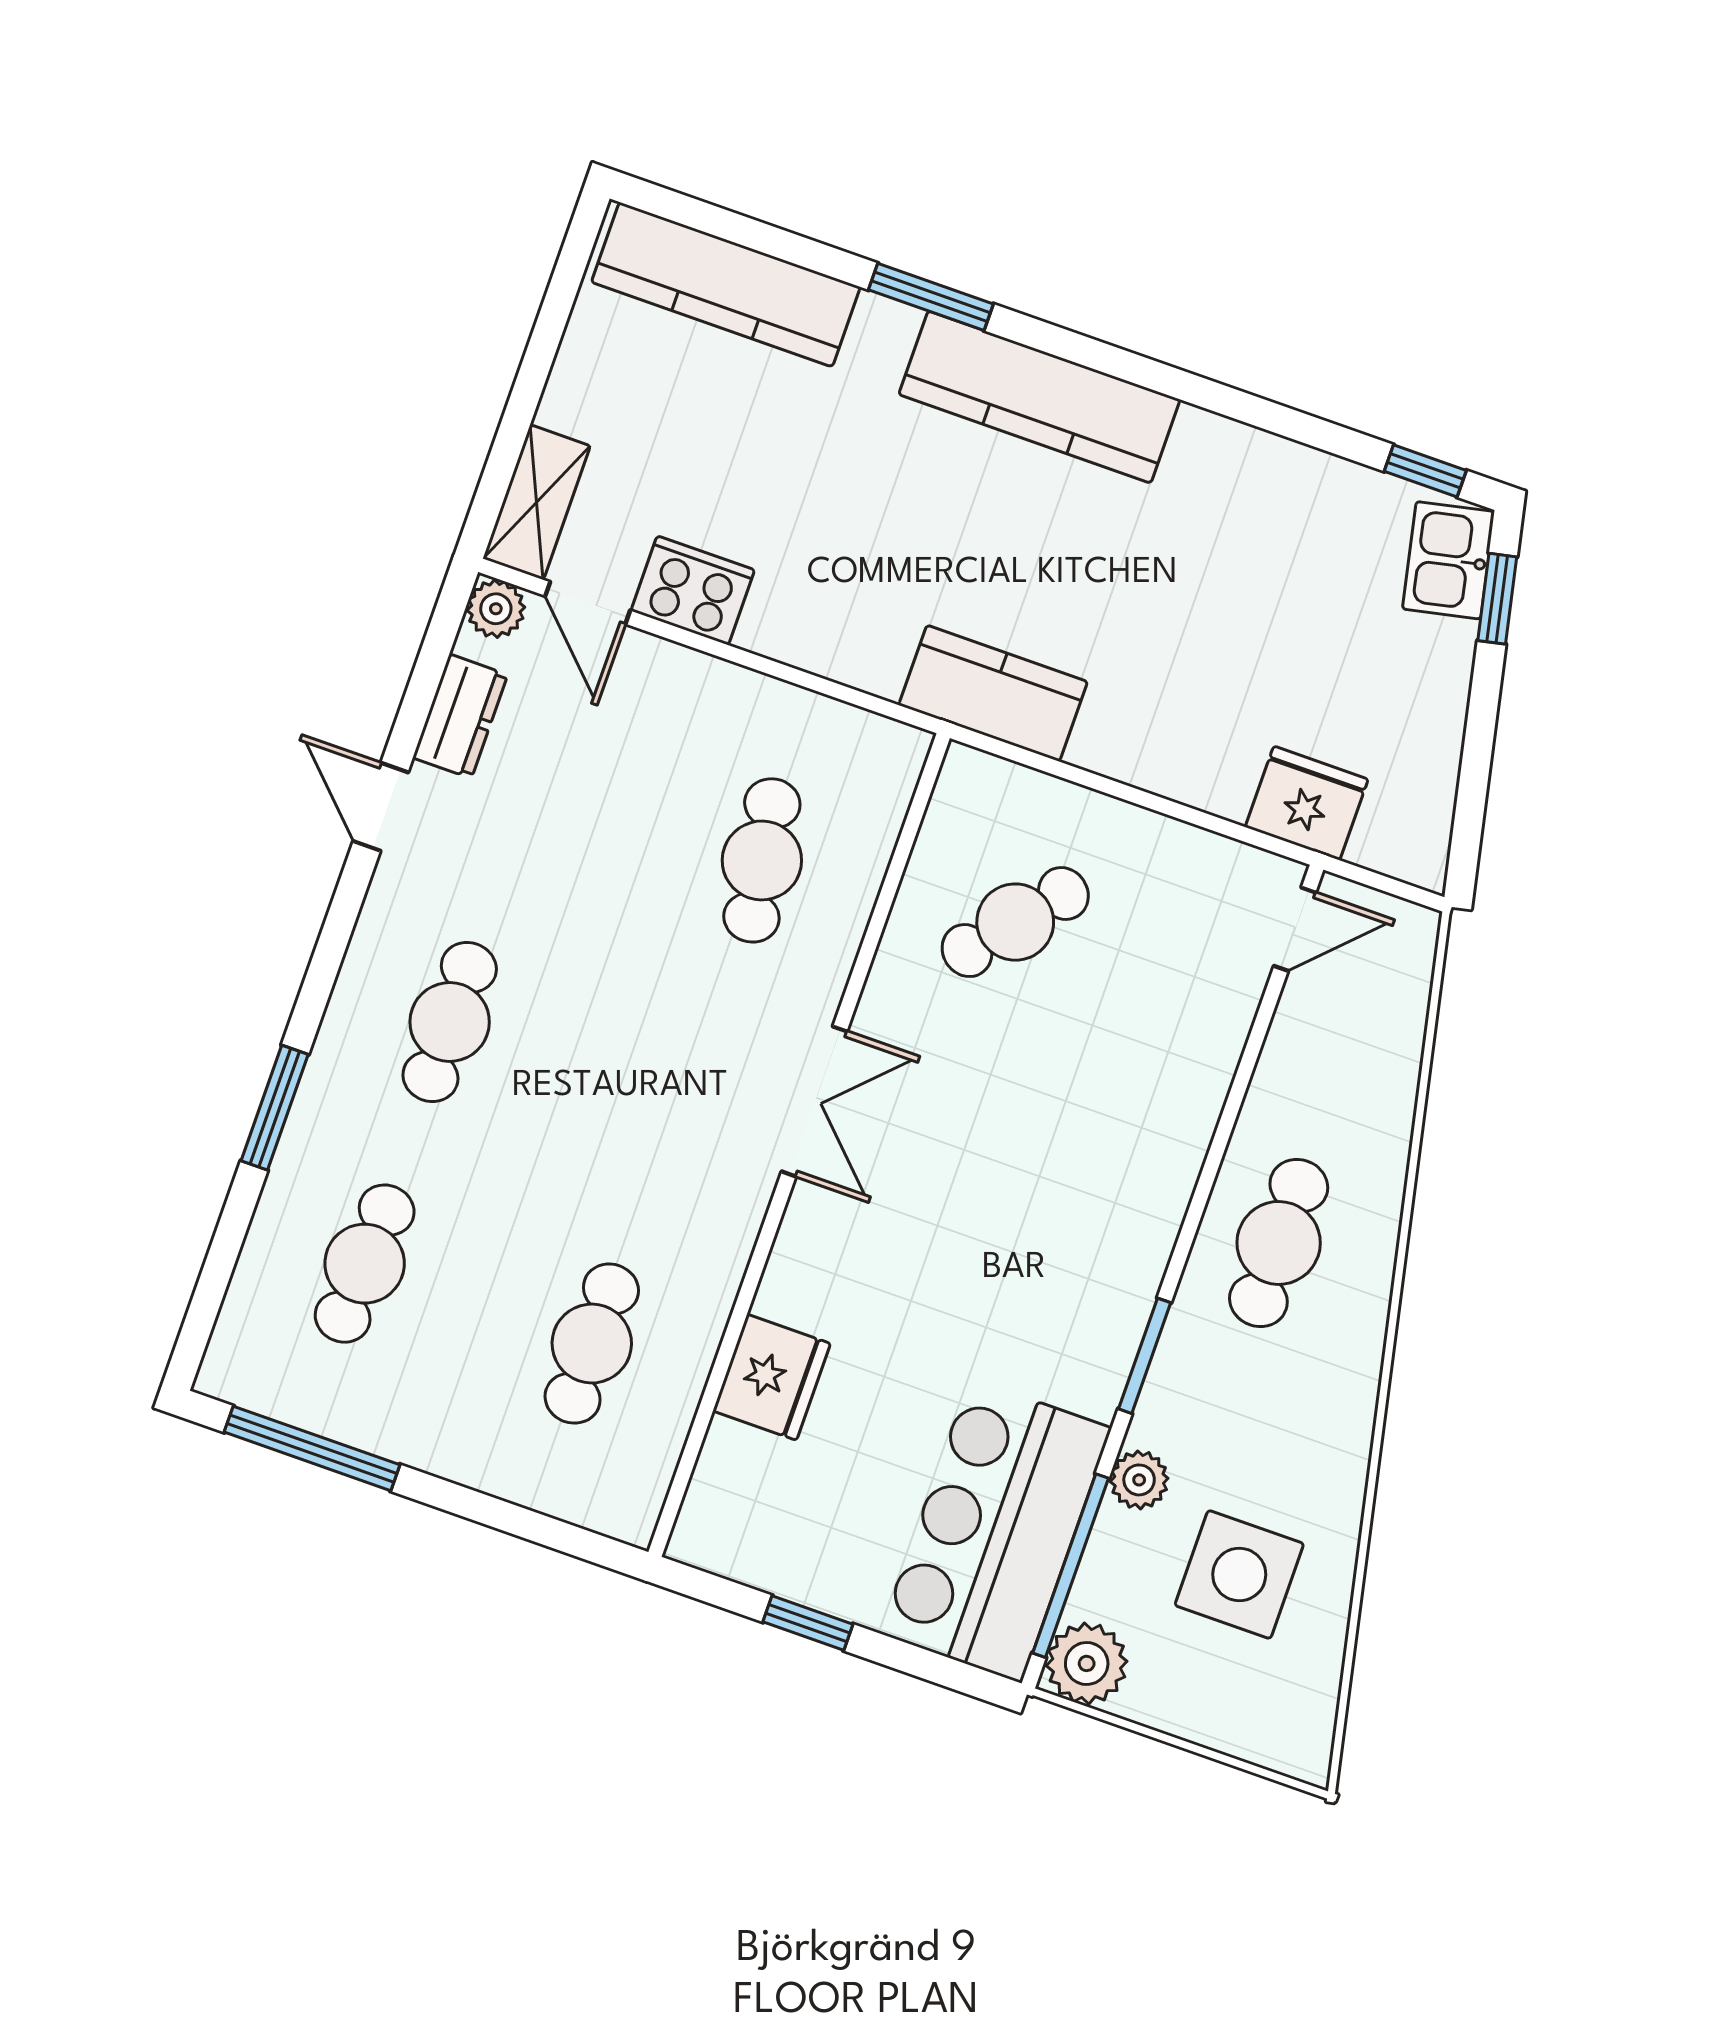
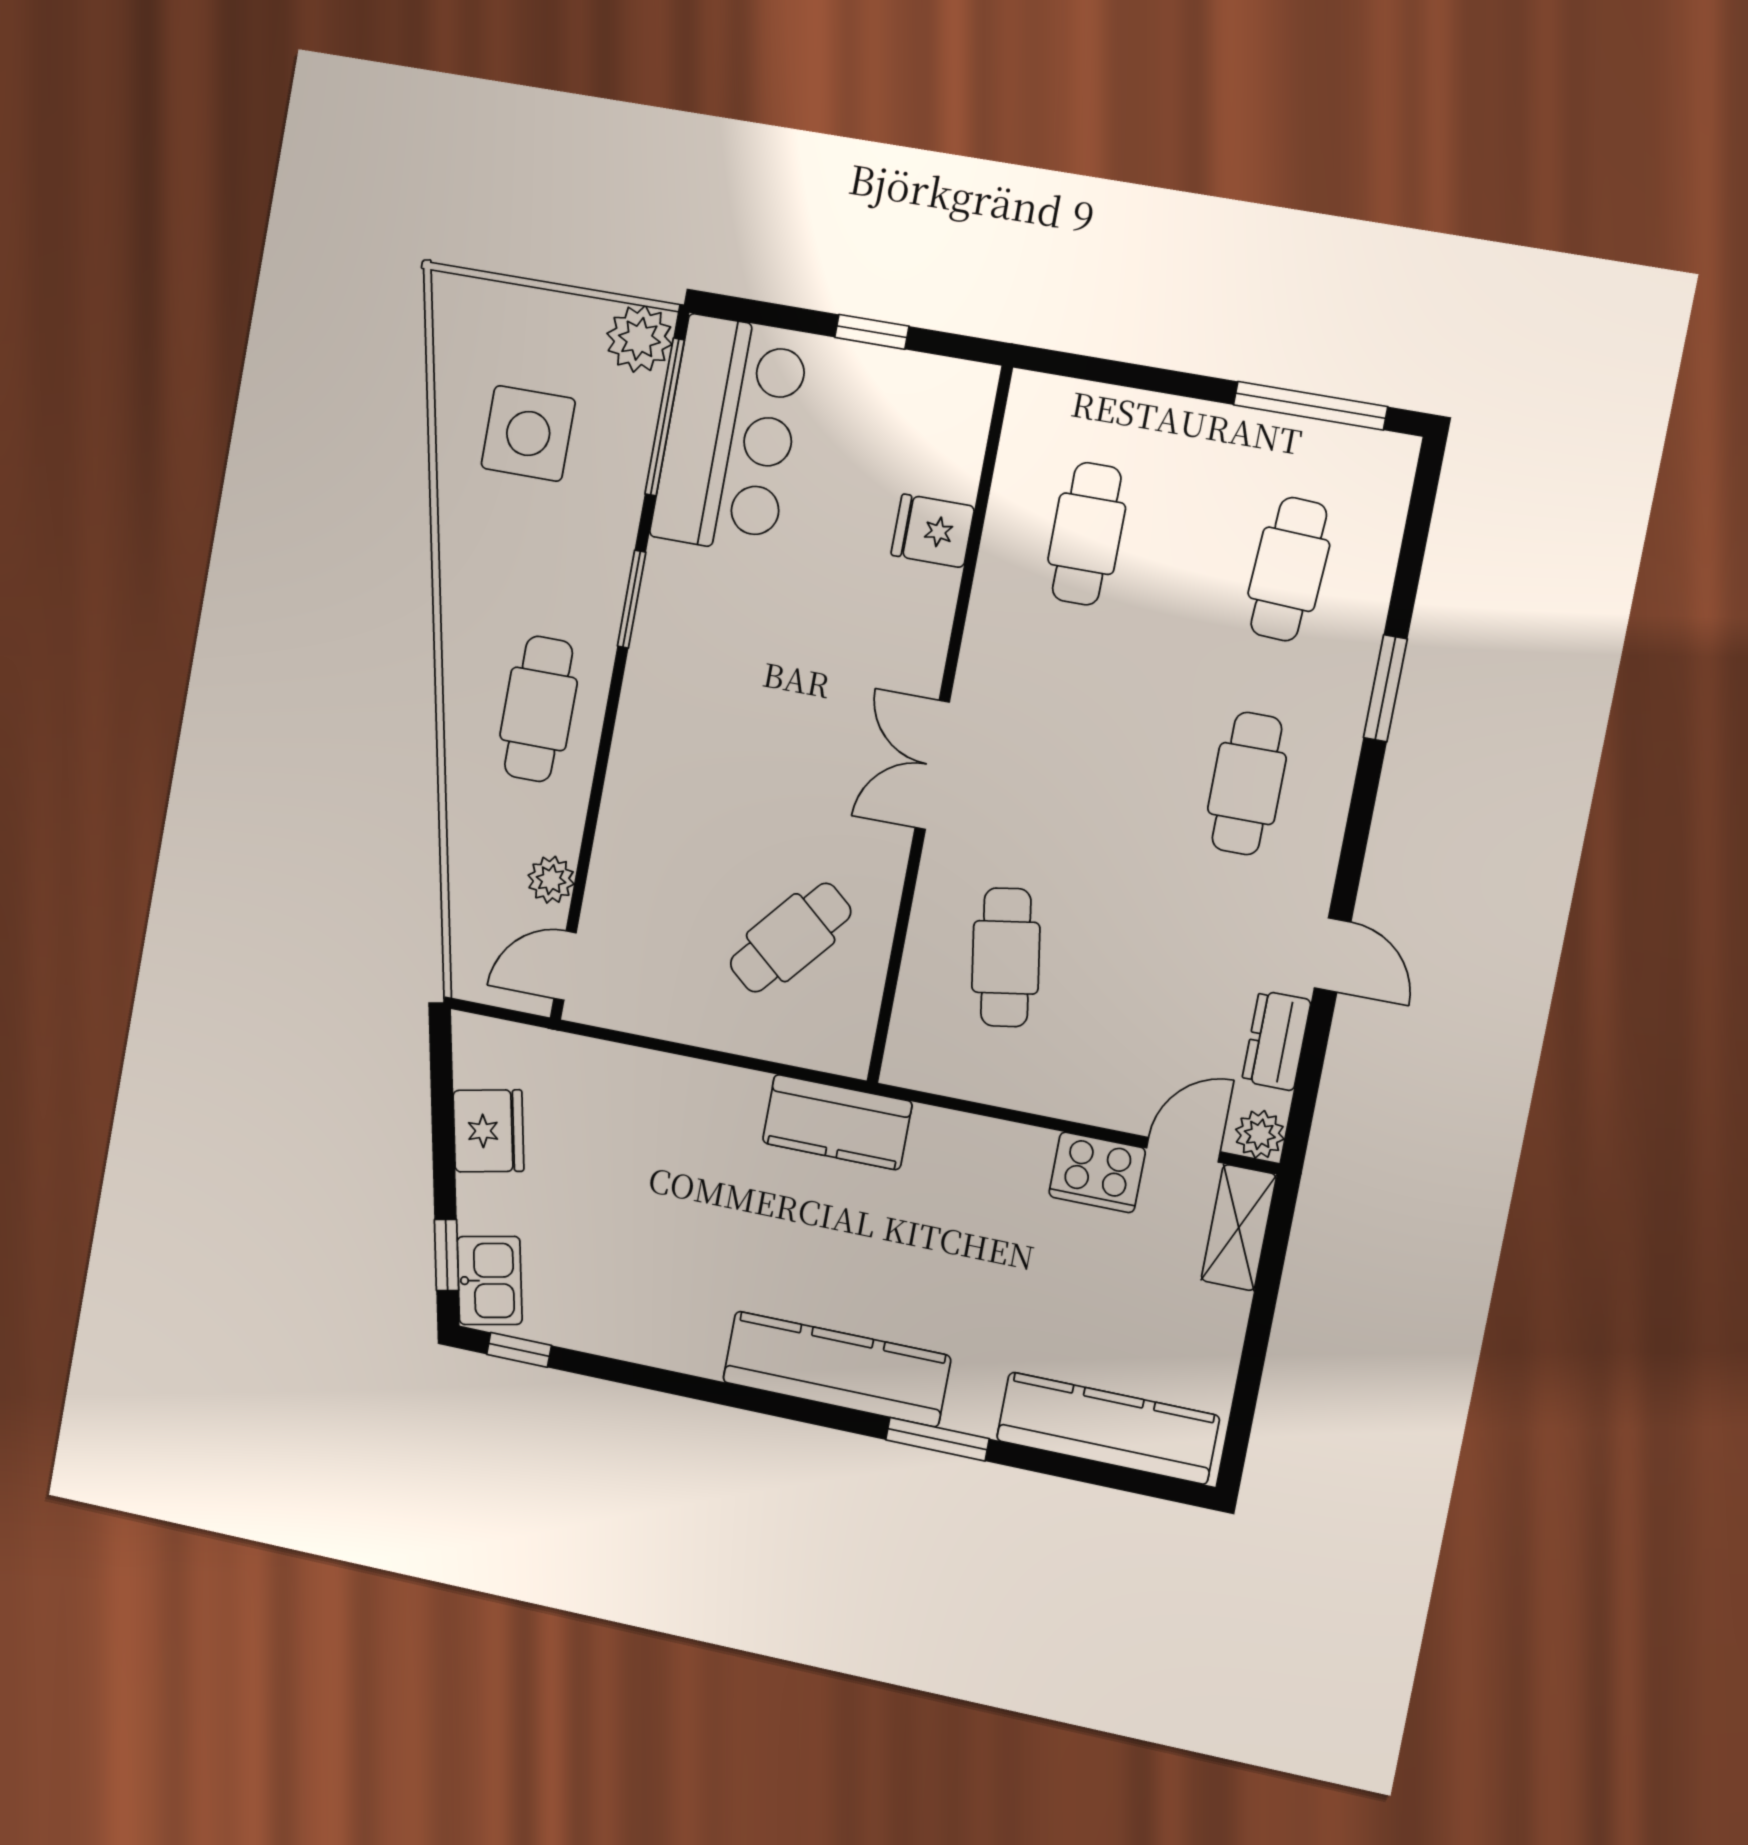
door: (588, 603) -> (1183, 1150), hinge flipped
fridge: (1307, 803) -> (488, 1131), moved, turned -102
fridge: (772, 1377) -> (933, 531), width x0.72
plant: (1139, 1480) -> (551, 880), moved

